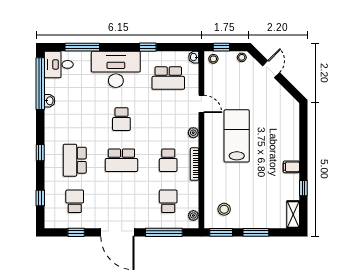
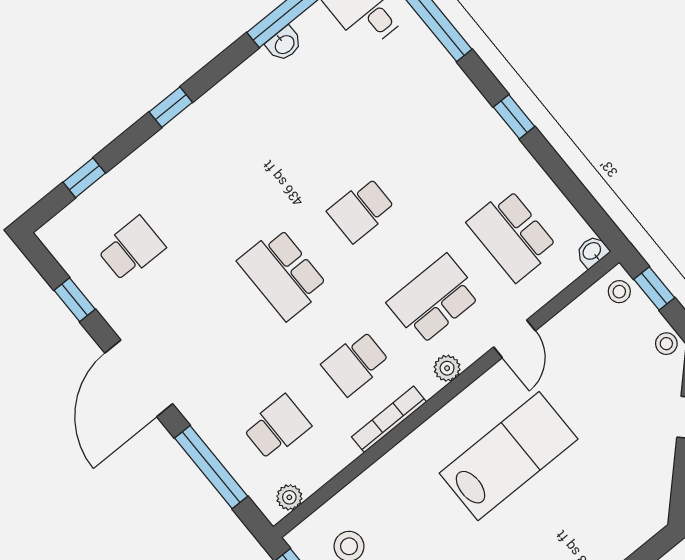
window: (148, 47) -> (514, 117), moved
desk: (116, 69) -> (448, 122), removed
school desk: (75, 160) -> (434, 299), moved

